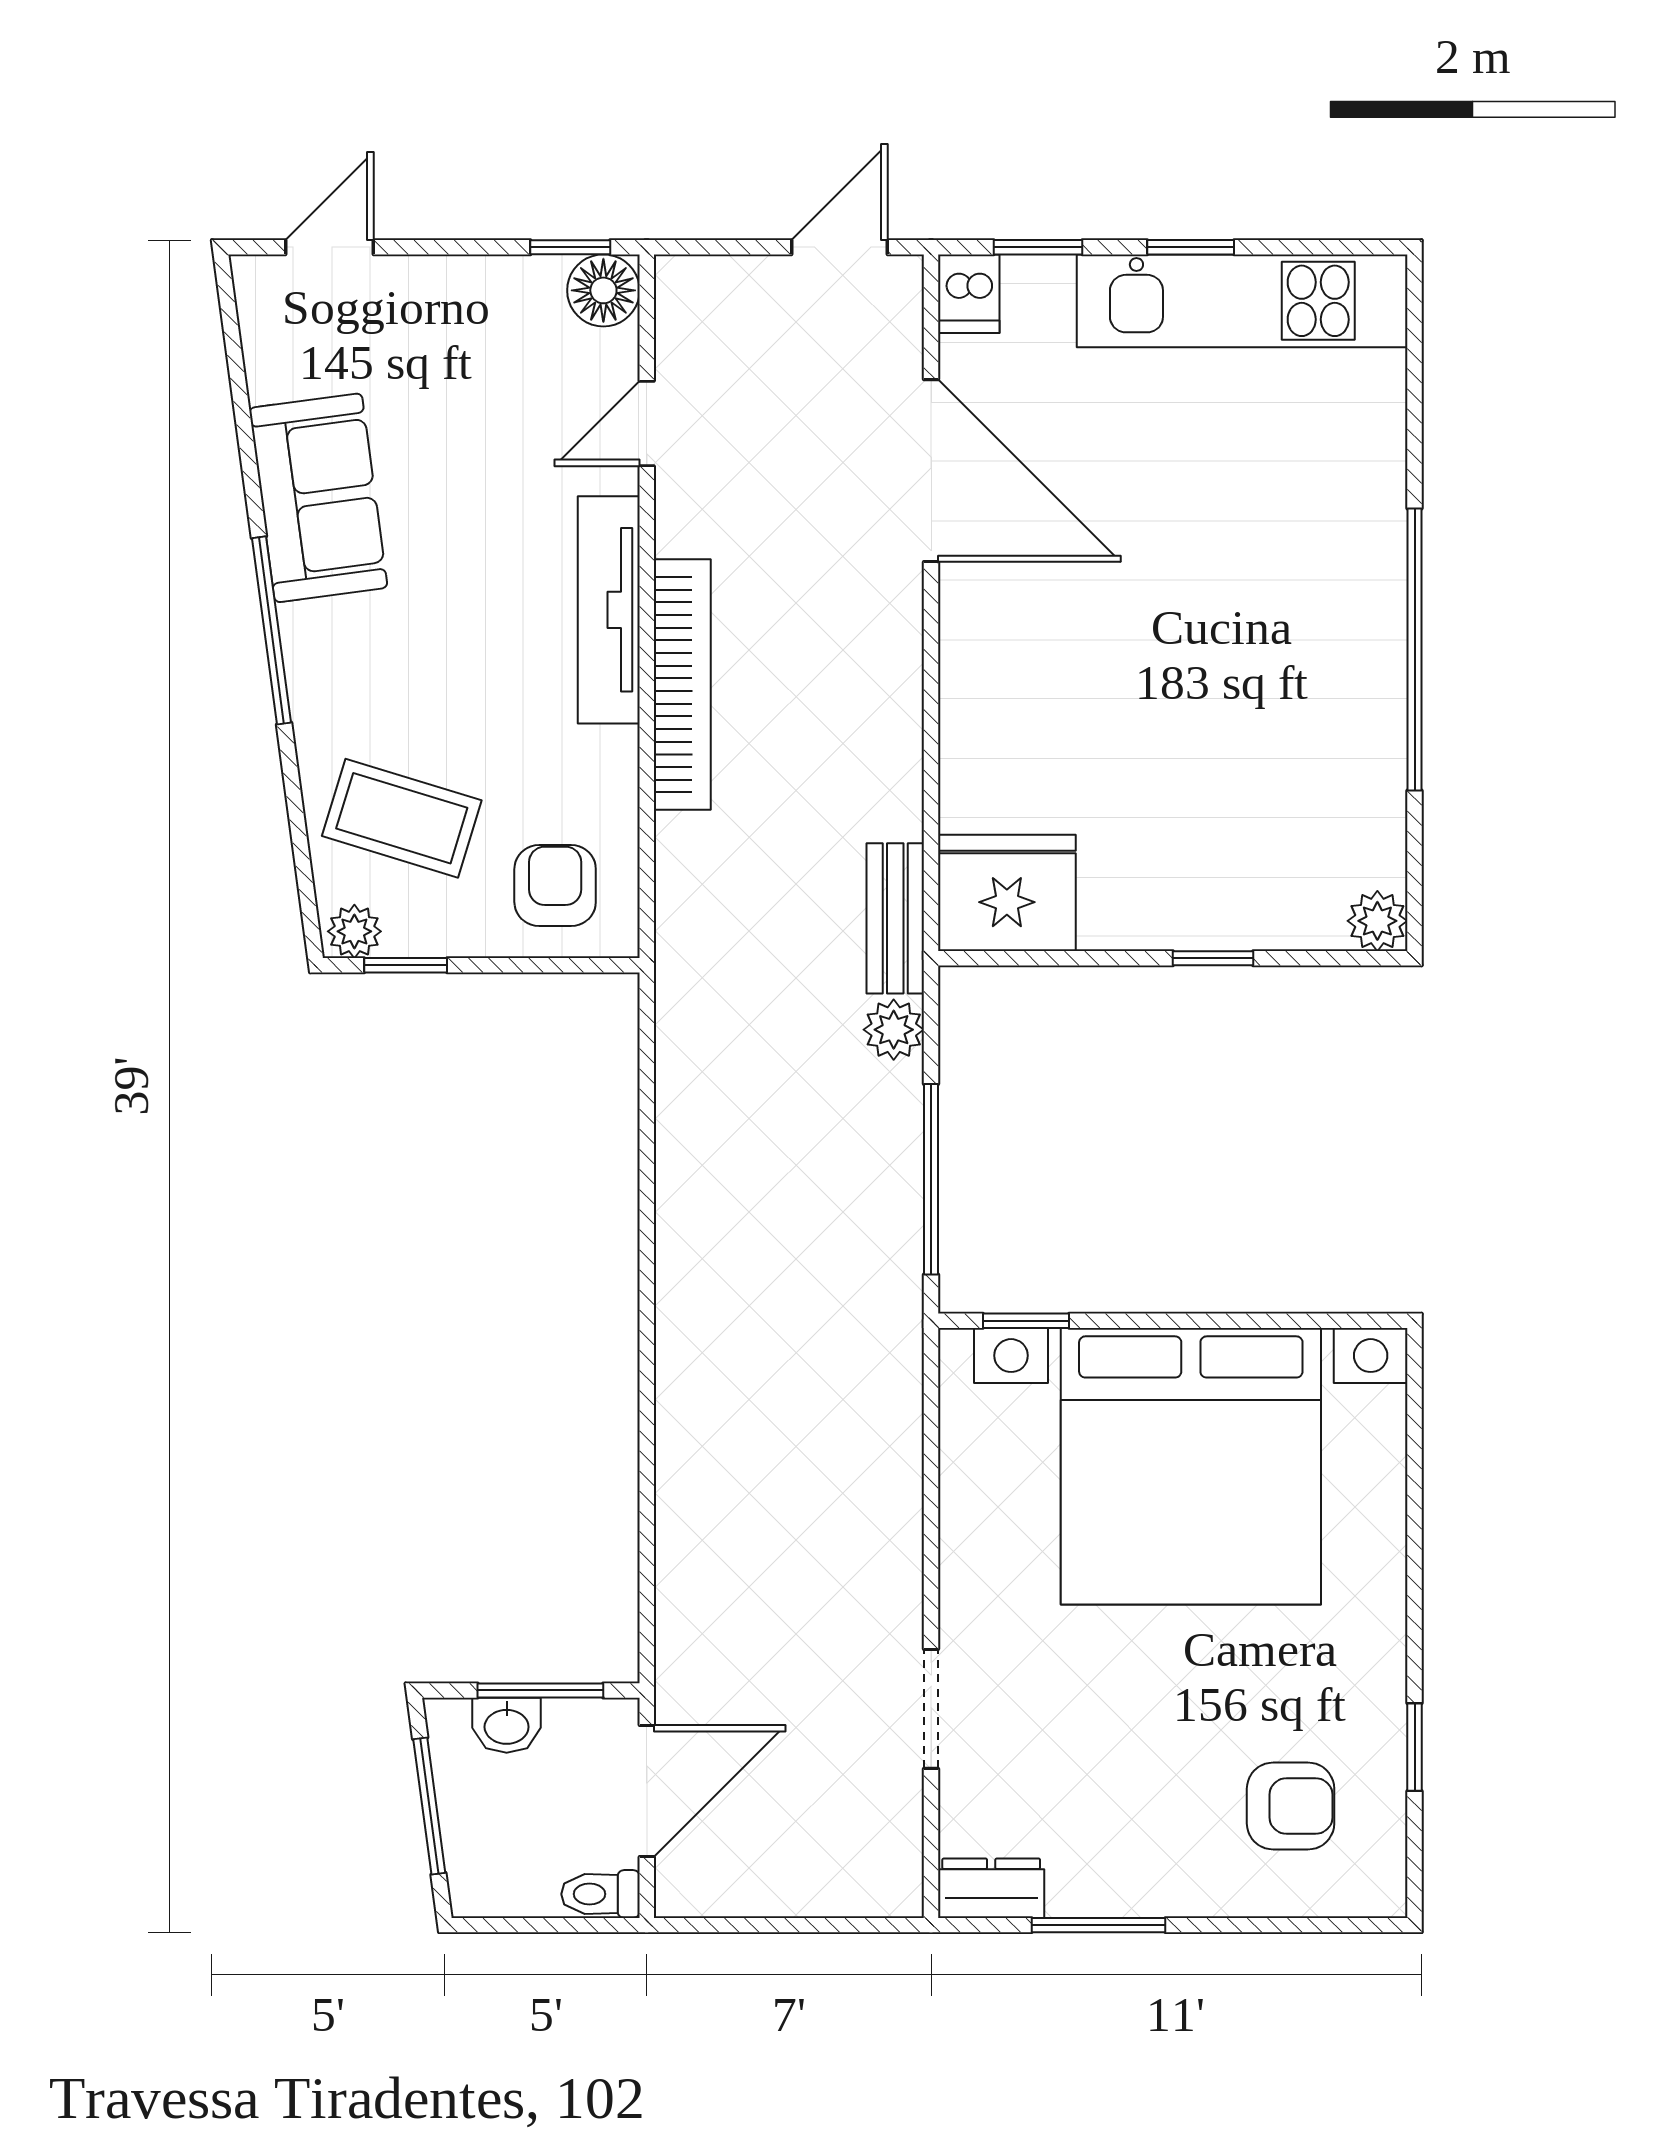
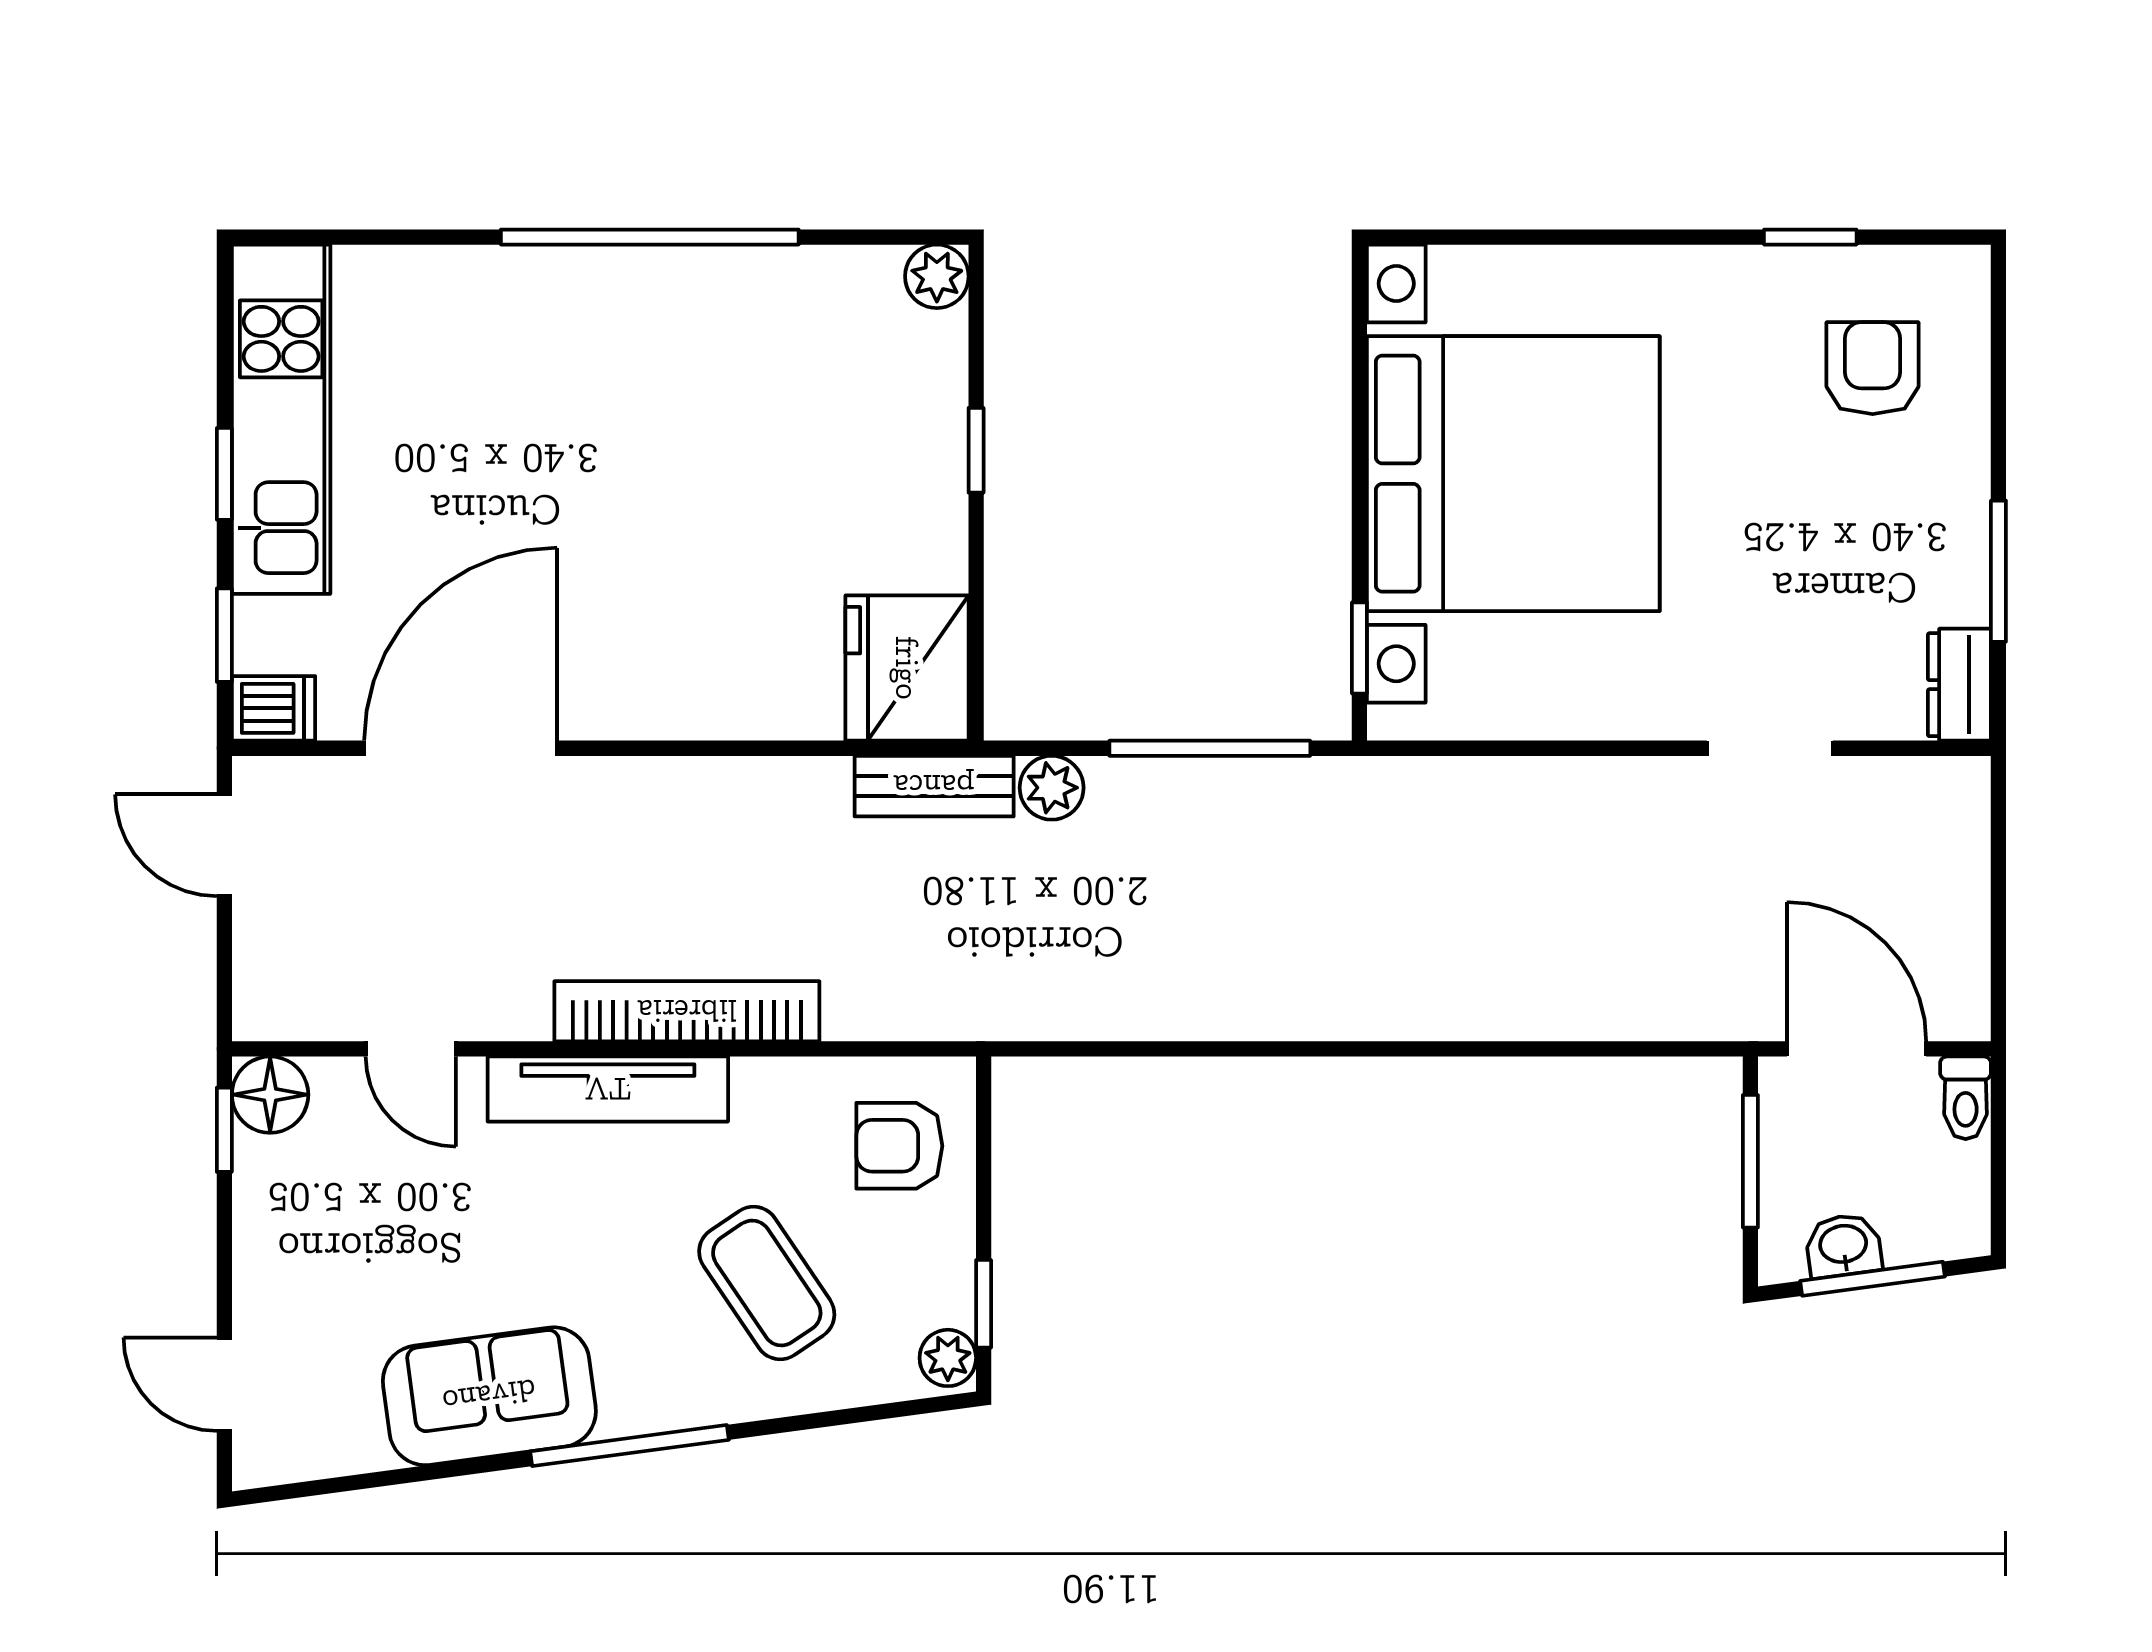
coffee table: (402, 818) -> (767, 1283), moved, turned -51
washbasin: (507, 1725) -> (1843, 1246), moved, turned -98

